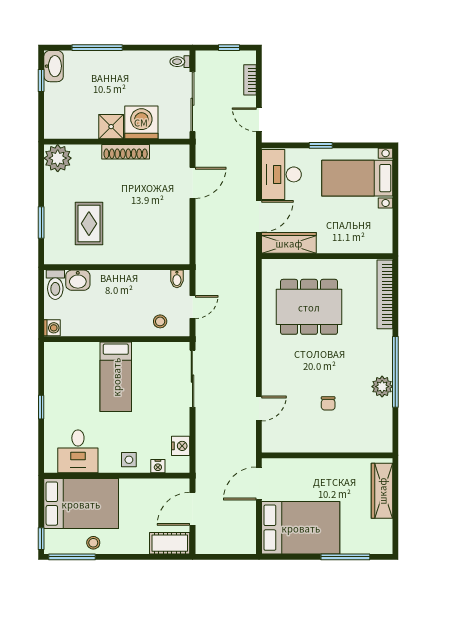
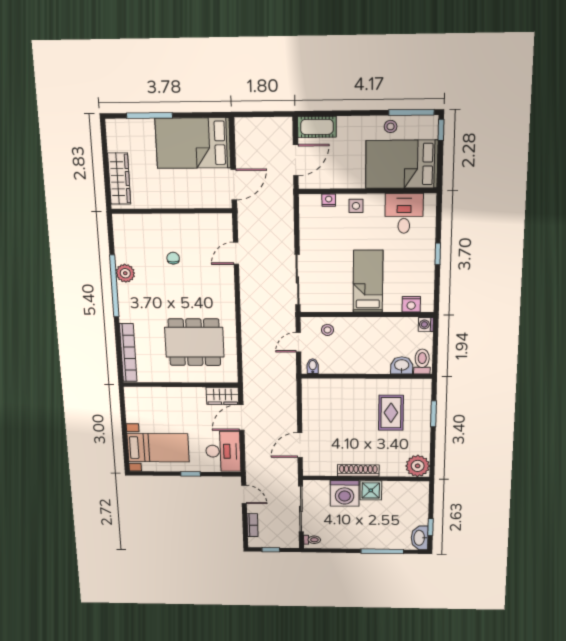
wardrobe: (289, 243) -> (222, 396), width x0.67
nightstand: (181, 446) -> (411, 304), moved, turned -90

